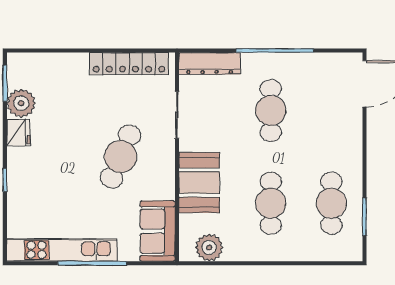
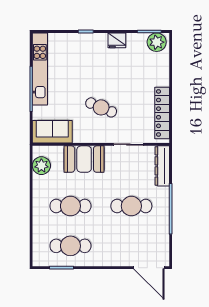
plant: (21, 103) -> (157, 42), moved
cafe table: (121, 157) -> (101, 107), width x0.73, depth x0.74

